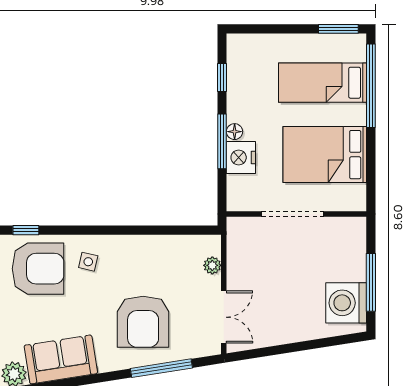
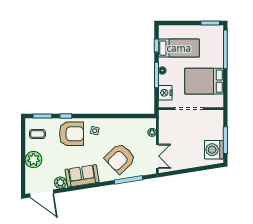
bed: (323, 83) -> (179, 48), moved, turned 180
nightstand: (241, 158) -> (165, 93), moved
armchair: (143, 322) -> (120, 158), turned 46

